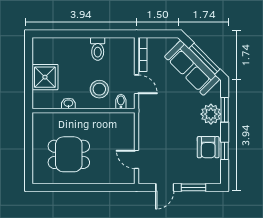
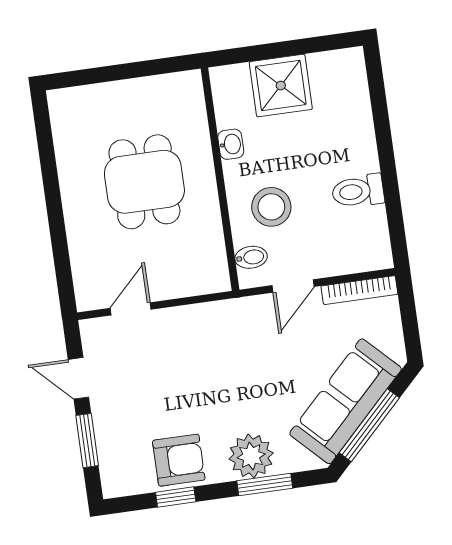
armchair: (208, 147) -> (179, 460), turned 180
dining table: (69, 154) -> (144, 182), moved

